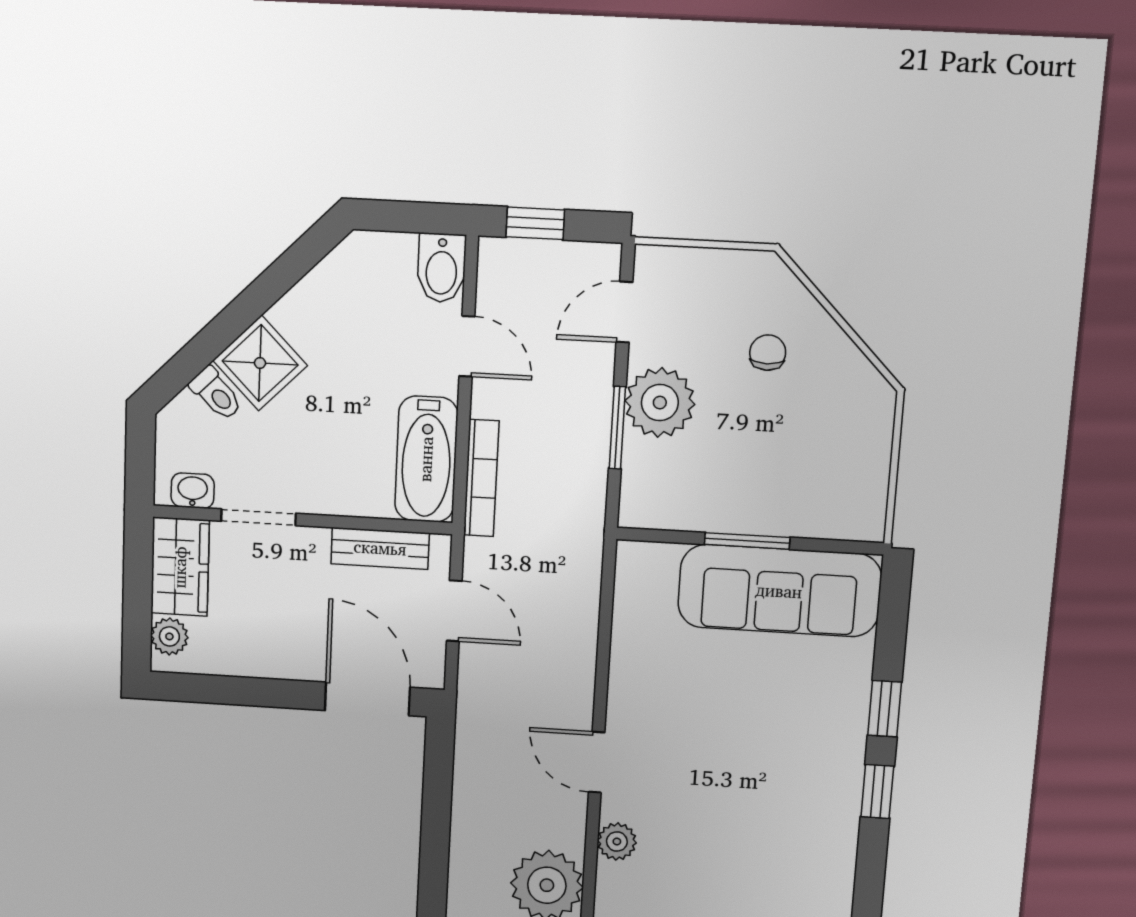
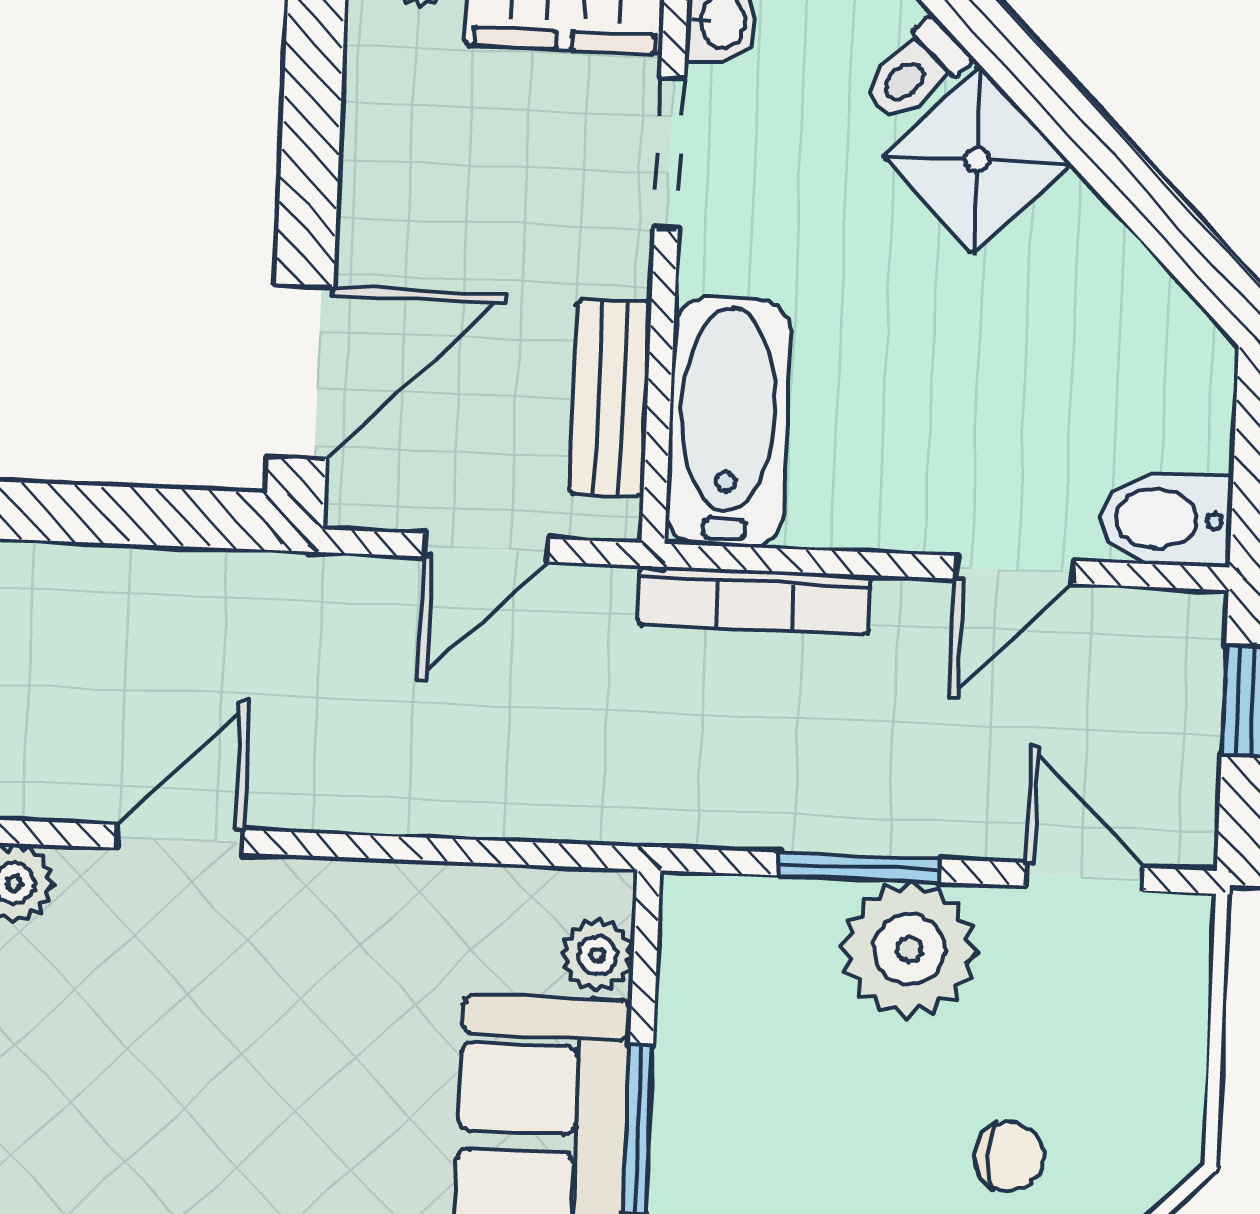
bathtub: (426, 459) -> (728, 422), moved, turned 90
plant: (659, 560) -> (597, 955), added

